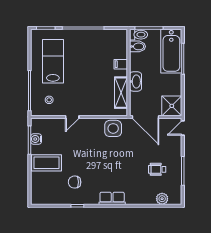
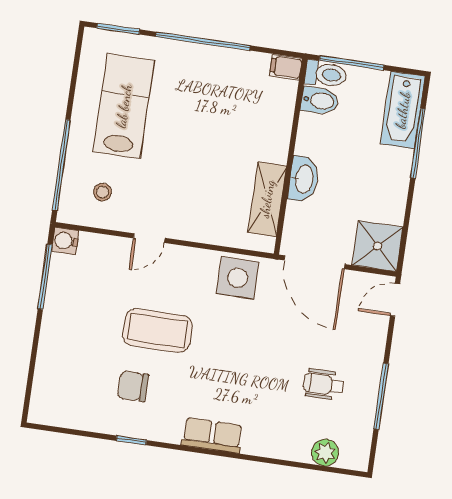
bathtub: (171, 51) -> (403, 110), width x0.73, depth x0.73
filing cabinet: (121, 64) -> (286, 67), moved
water cooler: (36, 139) -> (65, 241), moved
coffee table: (46, 163) -> (158, 331), moved

